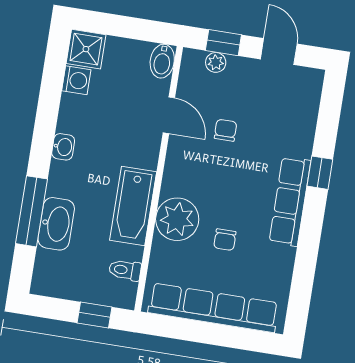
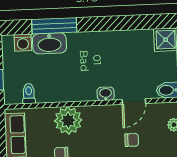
washing machine: (76, 80) -> (23, 43), moved
washbasin: (63, 147) -> (106, 94), moved, turned 180
bathtub: (133, 206) -> (71, 90), removed

